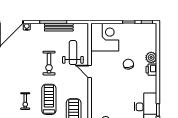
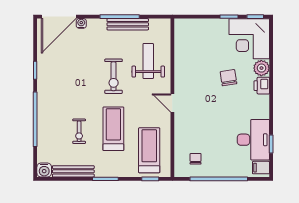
corner desk: (105, 37) -> (249, 39), moved, turned 180
door: (90, 72) -> (172, 103), moved

